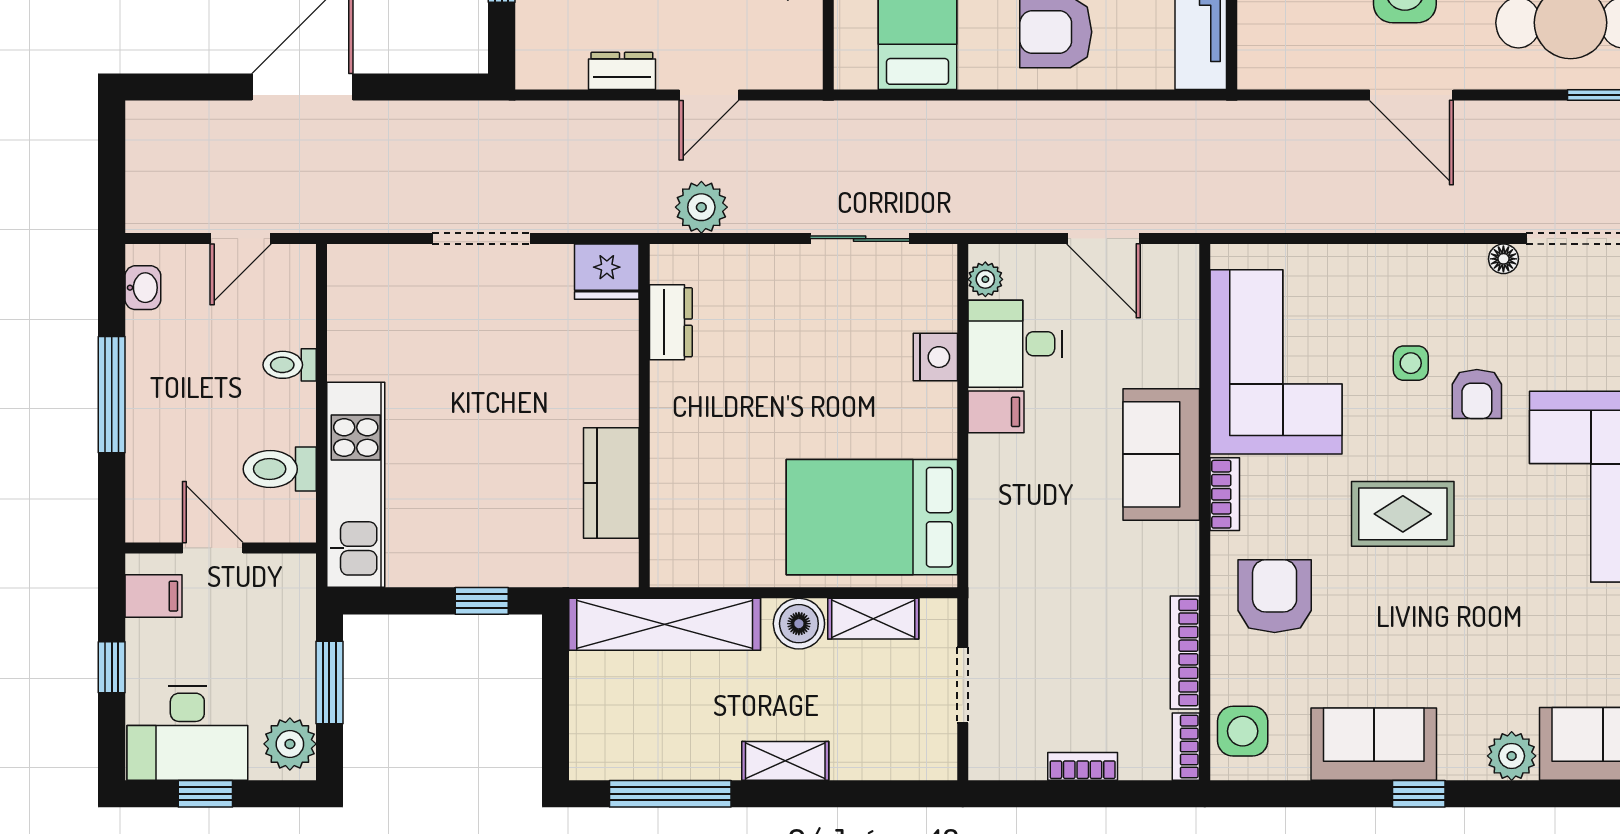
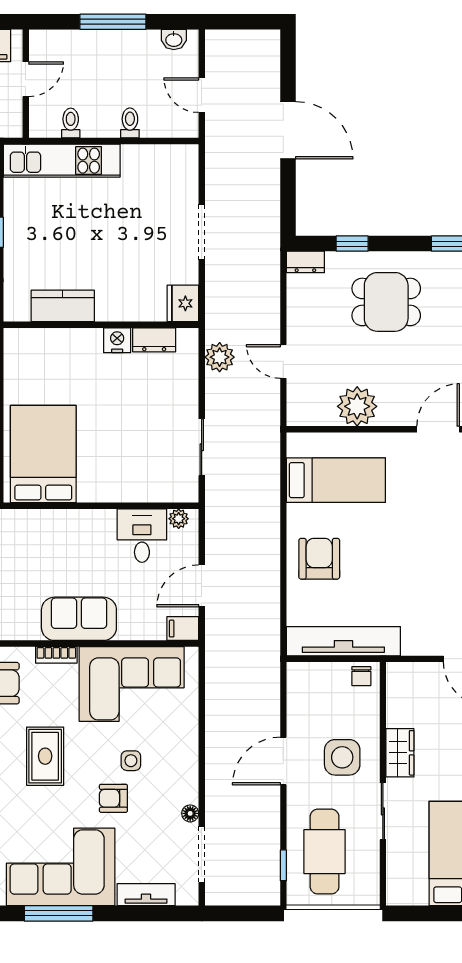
dresser: (622, 71) -> (305, 262), moved, turned 90
nightstand: (935, 357) -> (117, 340), moved, turned 180
filing cabinet: (996, 412) -> (183, 629), moved, turned 90
toilet: (280, 469) -> (71, 123), width x0.73, depth x0.72

